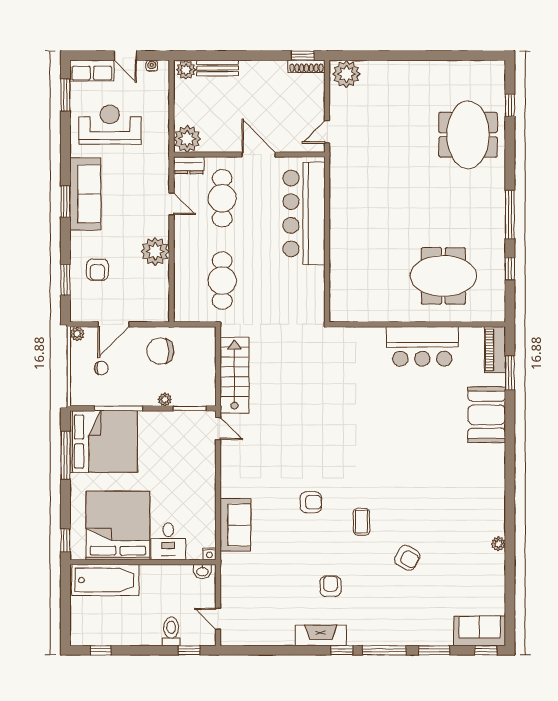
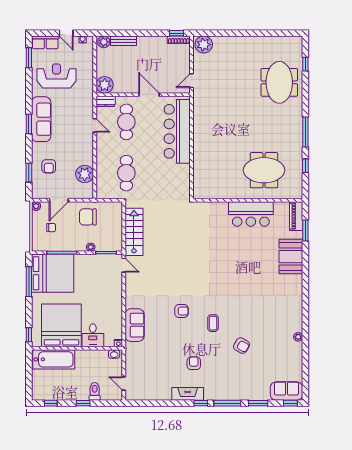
plant: (155, 251) -> (85, 174), moved
window: (189, 650) -> (83, 403), moved

